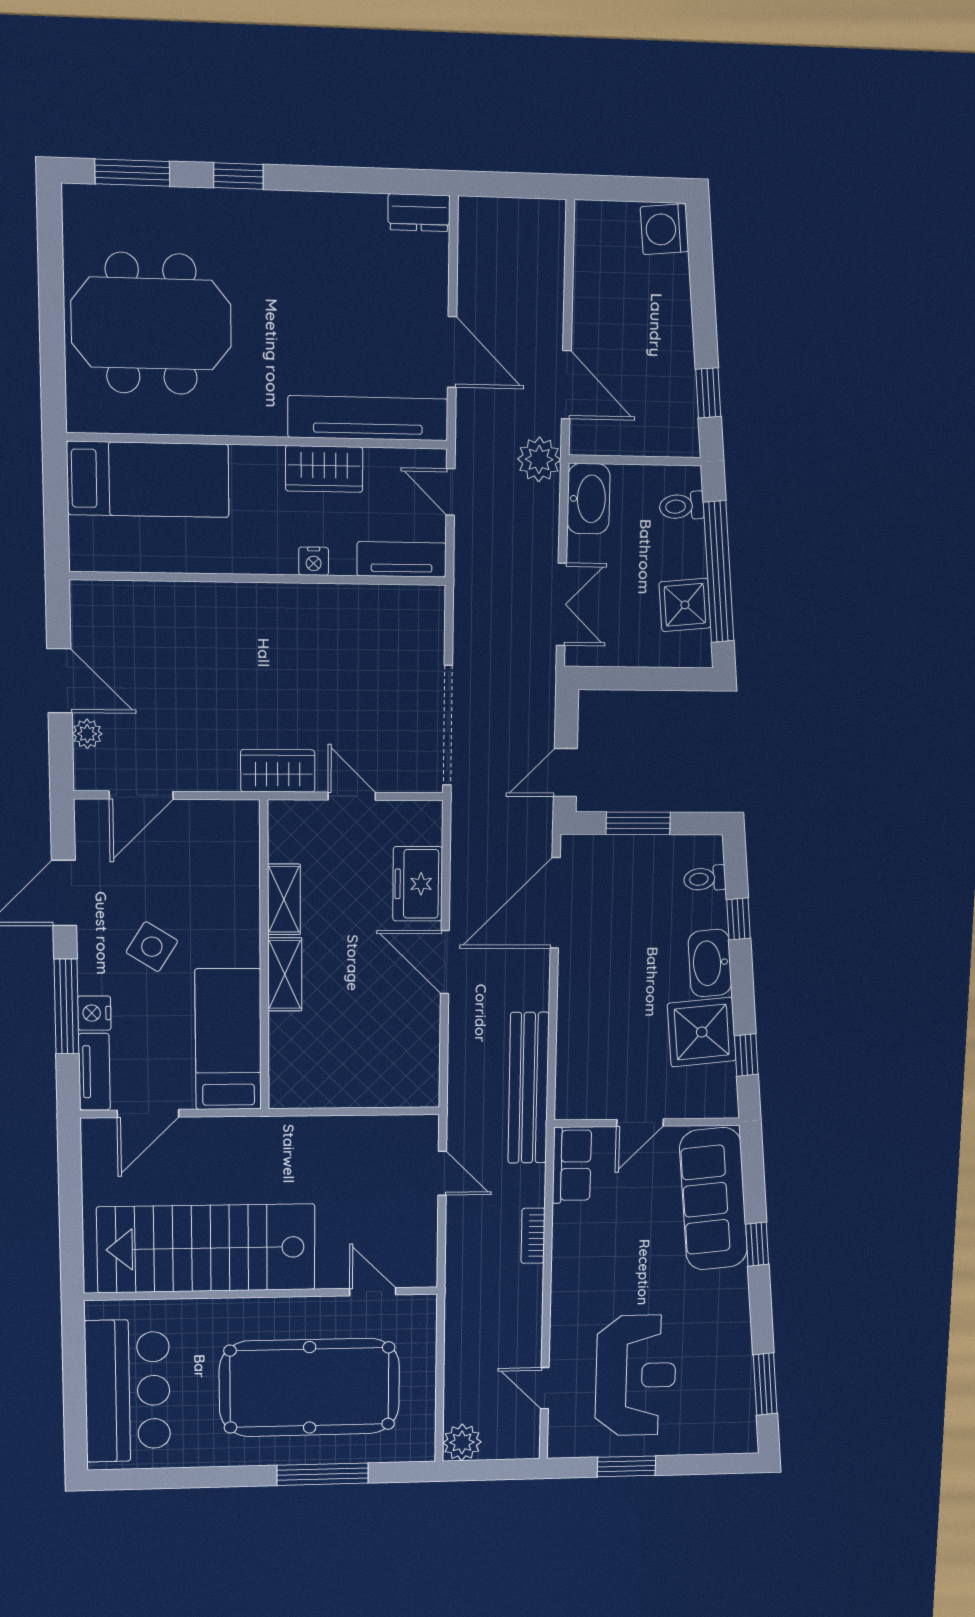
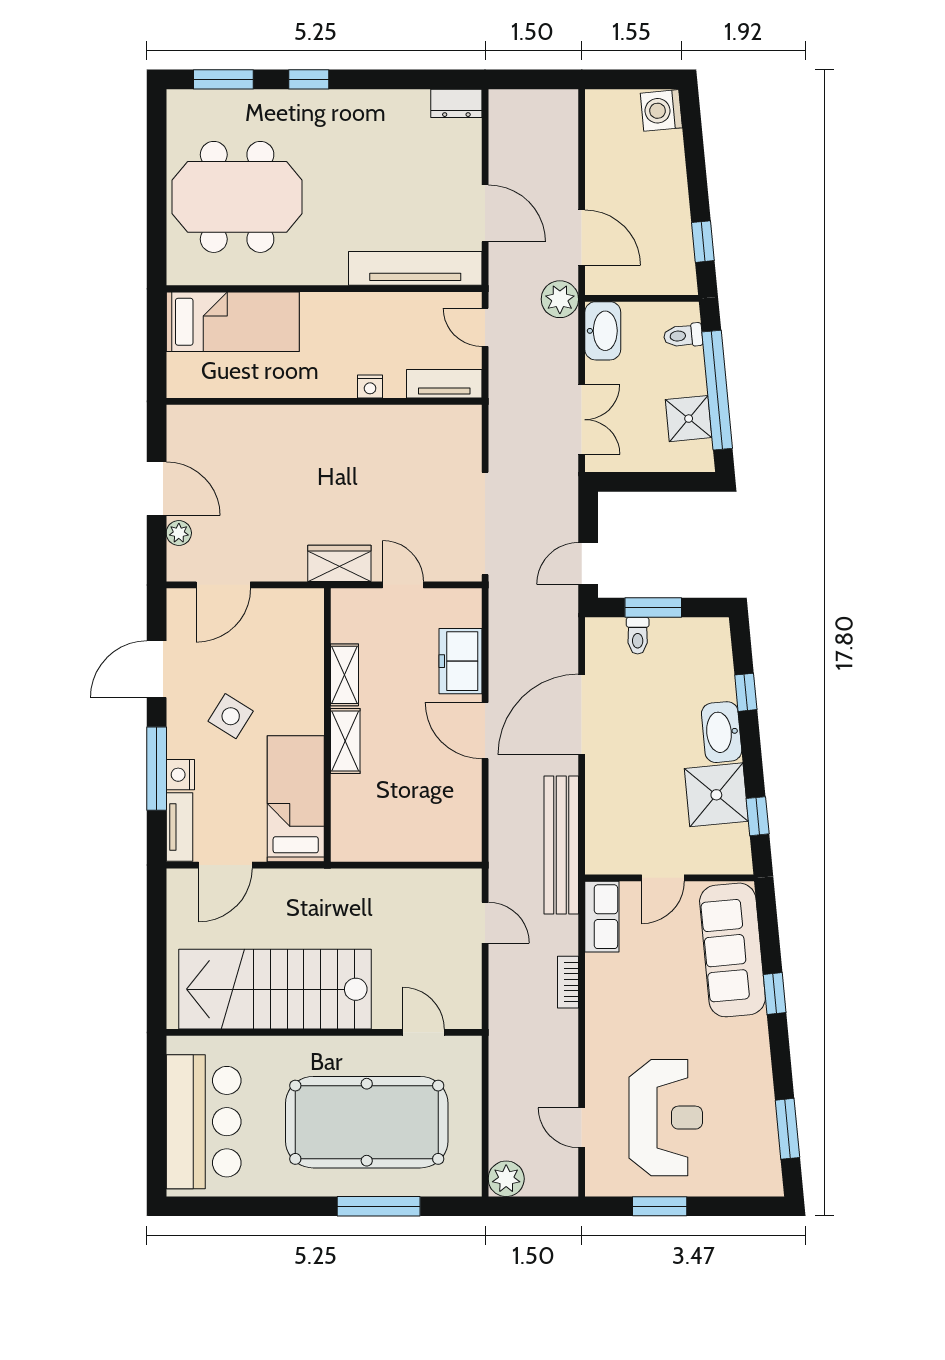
wardrobe: (324, 469) -> (379, 311), removed
toilet: (705, 879) -> (638, 636), moved, turned -85
door: (555, 903) -> (582, 714), moved

